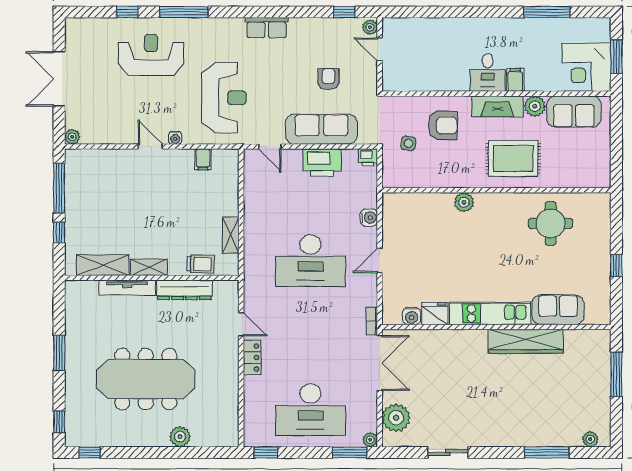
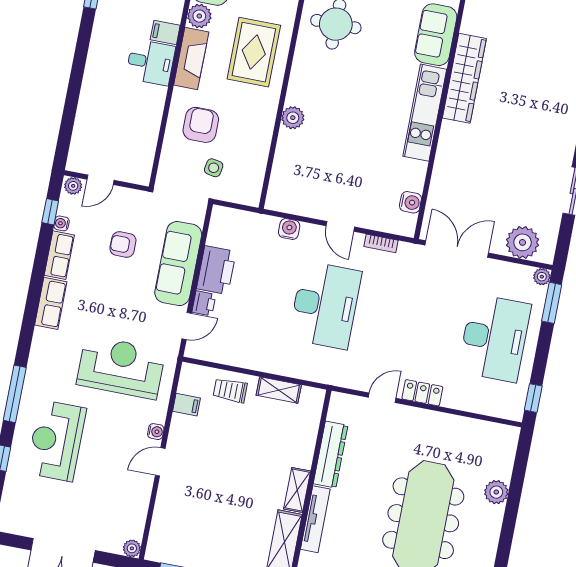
water cooler: (336, 24) -> (62, 223), added
row of seats: (309, 27) -> (59, 255), added
printer: (368, 157) -> (204, 303), moved
trolley: (201, 264) -> (230, 390), moved, turned -92
fridge: (435, 314) -> (413, 175), removed
bookcase: (372, 321) -> (381, 243), moved

